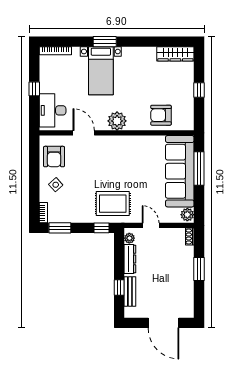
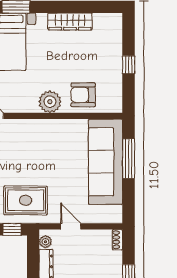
wardrobe: (175, 54) -> (70, 22), moved
plant: (117, 121) -> (50, 102), moved
plant: (187, 215) -> (115, 214), removed

